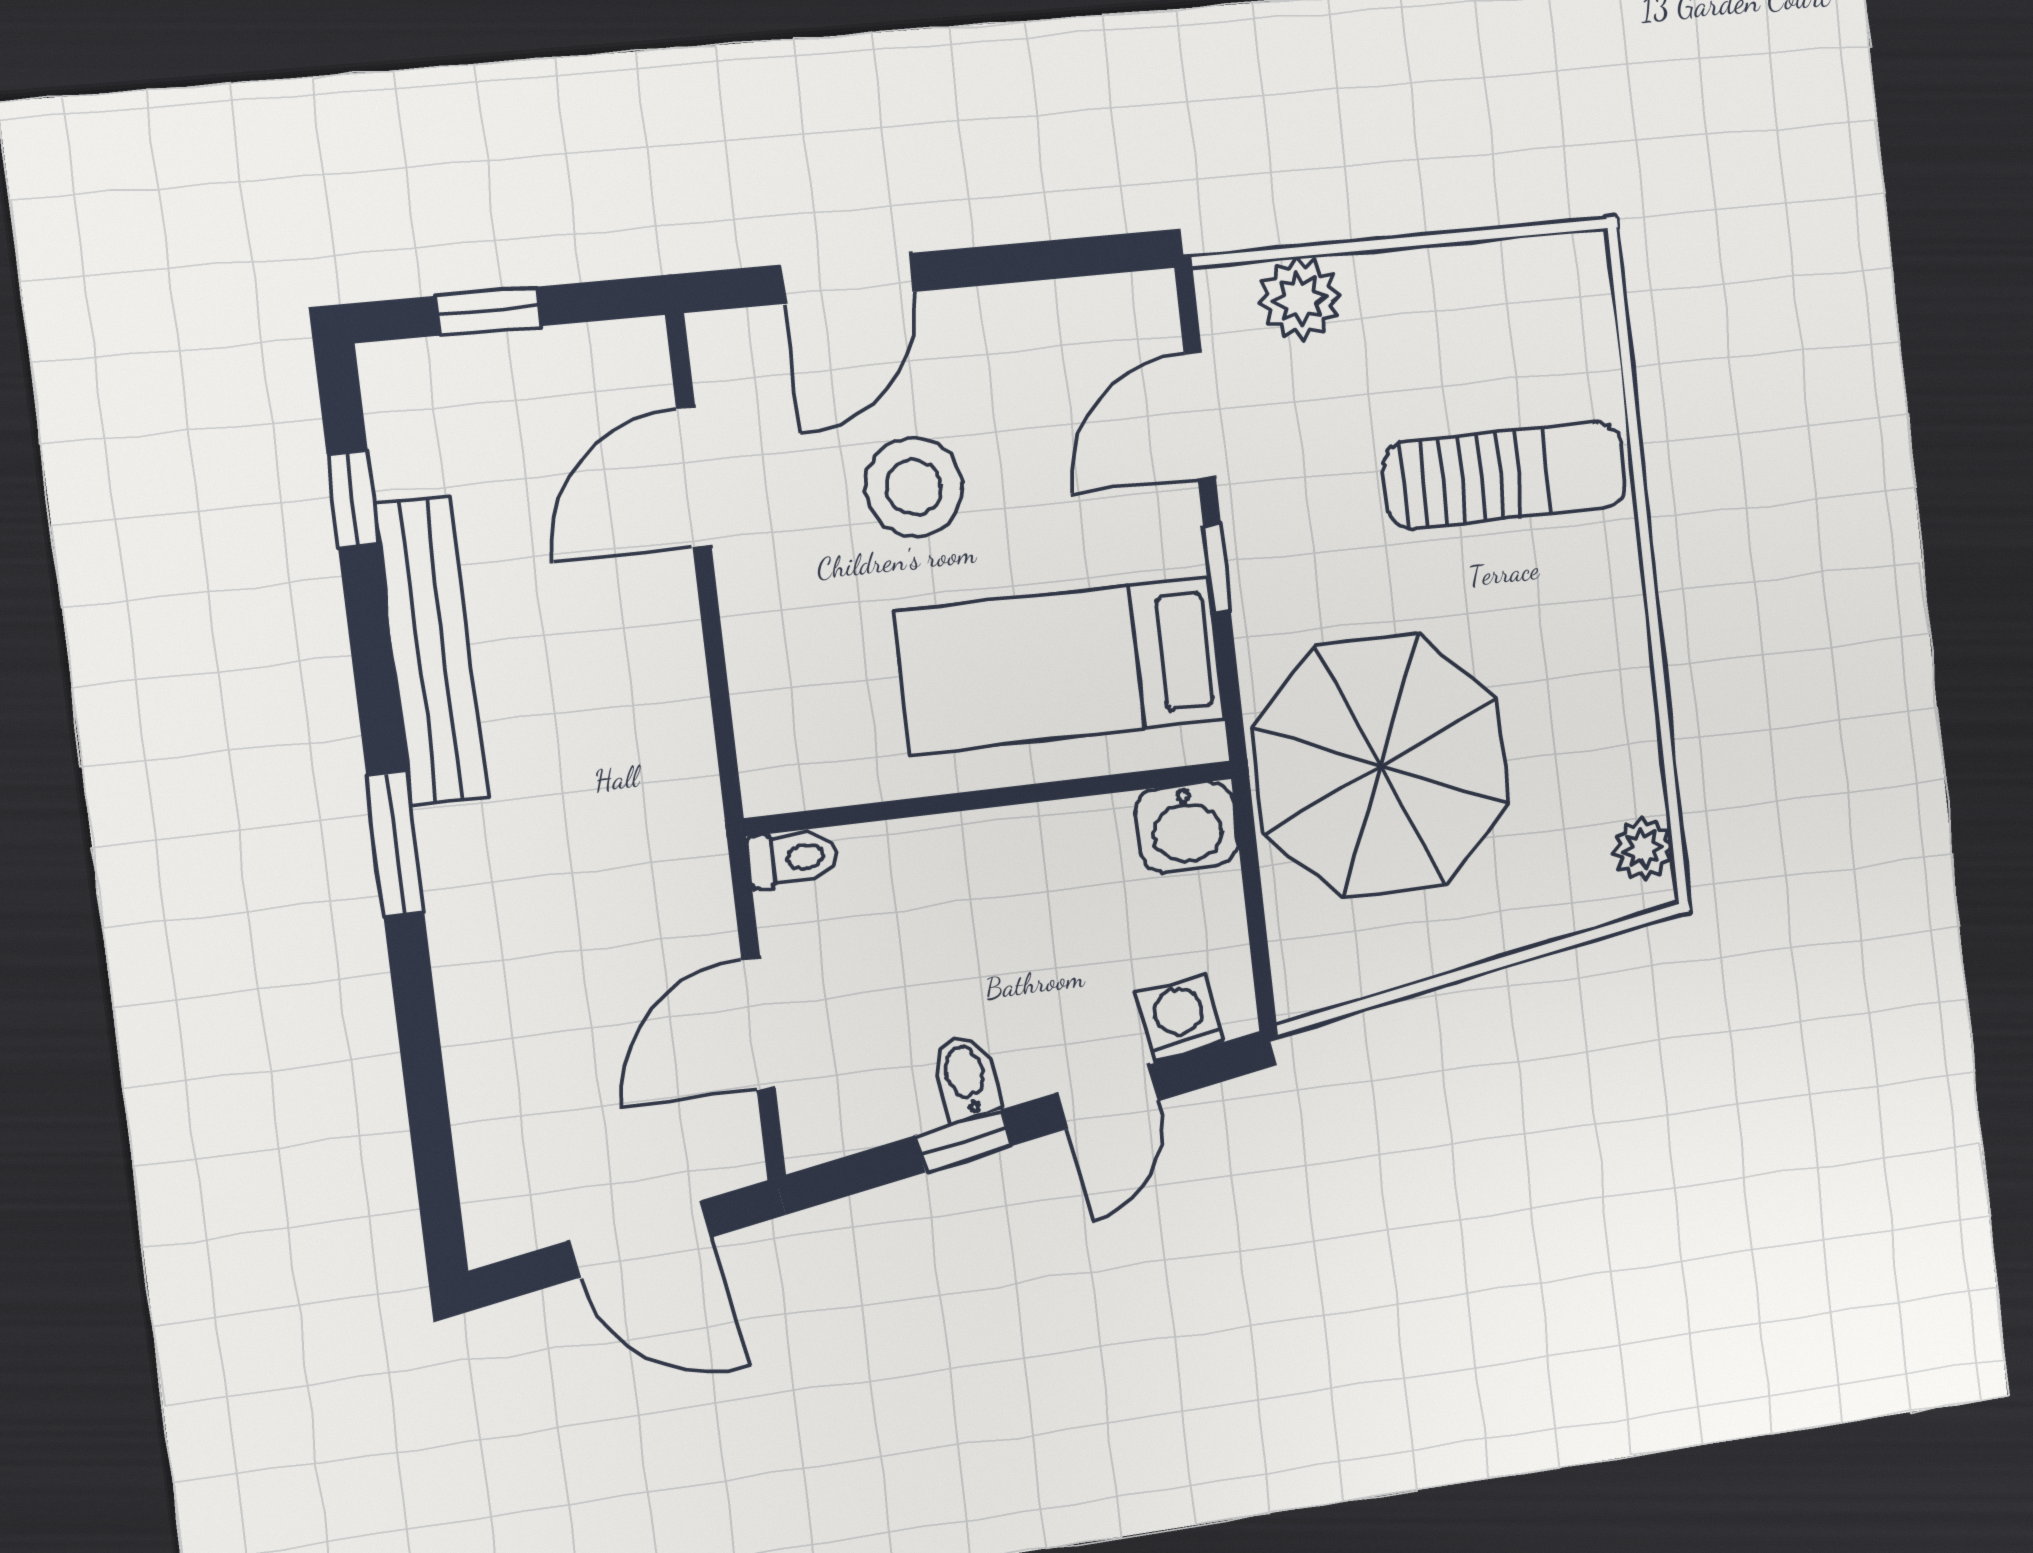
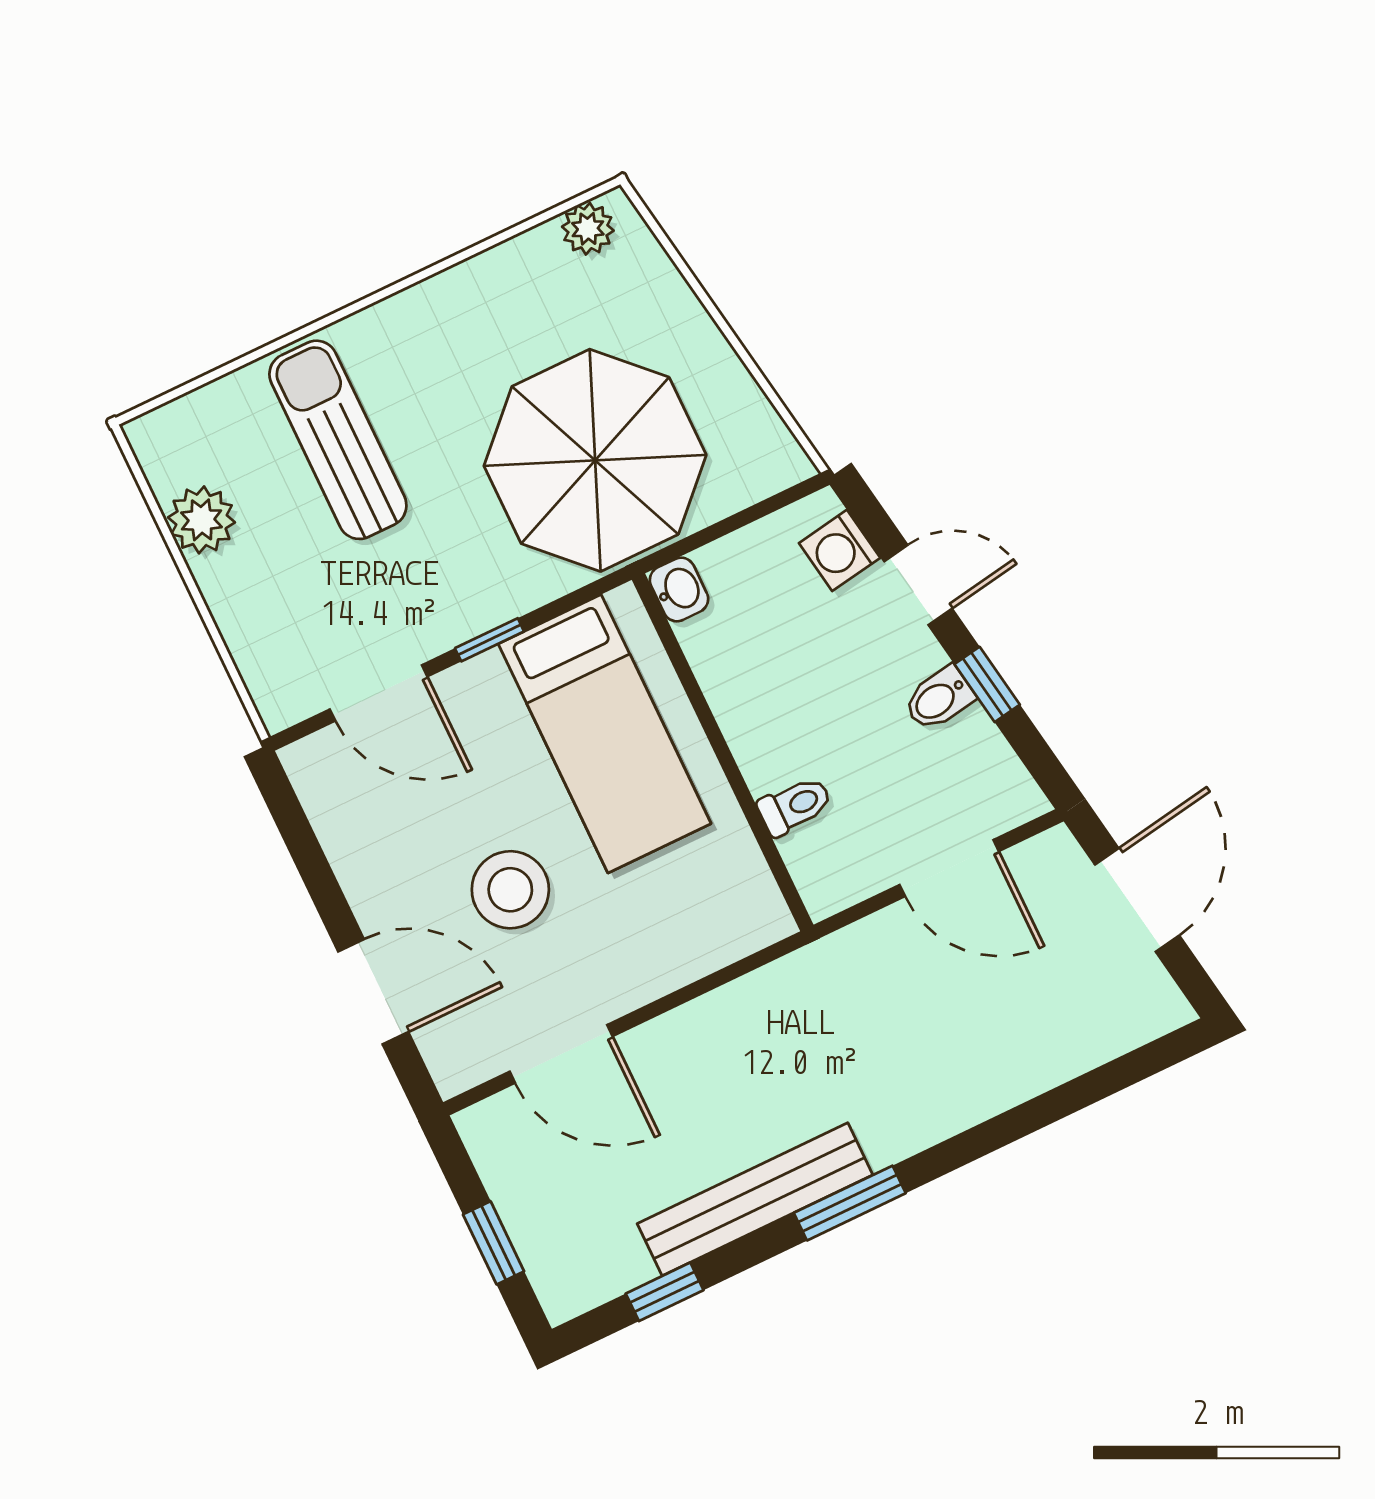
plant: (1300, 299) -> (202, 520), moved
washbasin: (1187, 827) -> (679, 589), width x0.72, depth x0.69
window: (395, 844) -> (850, 1203), moved
toilet: (793, 858) -> (795, 806), moved, turned 90

